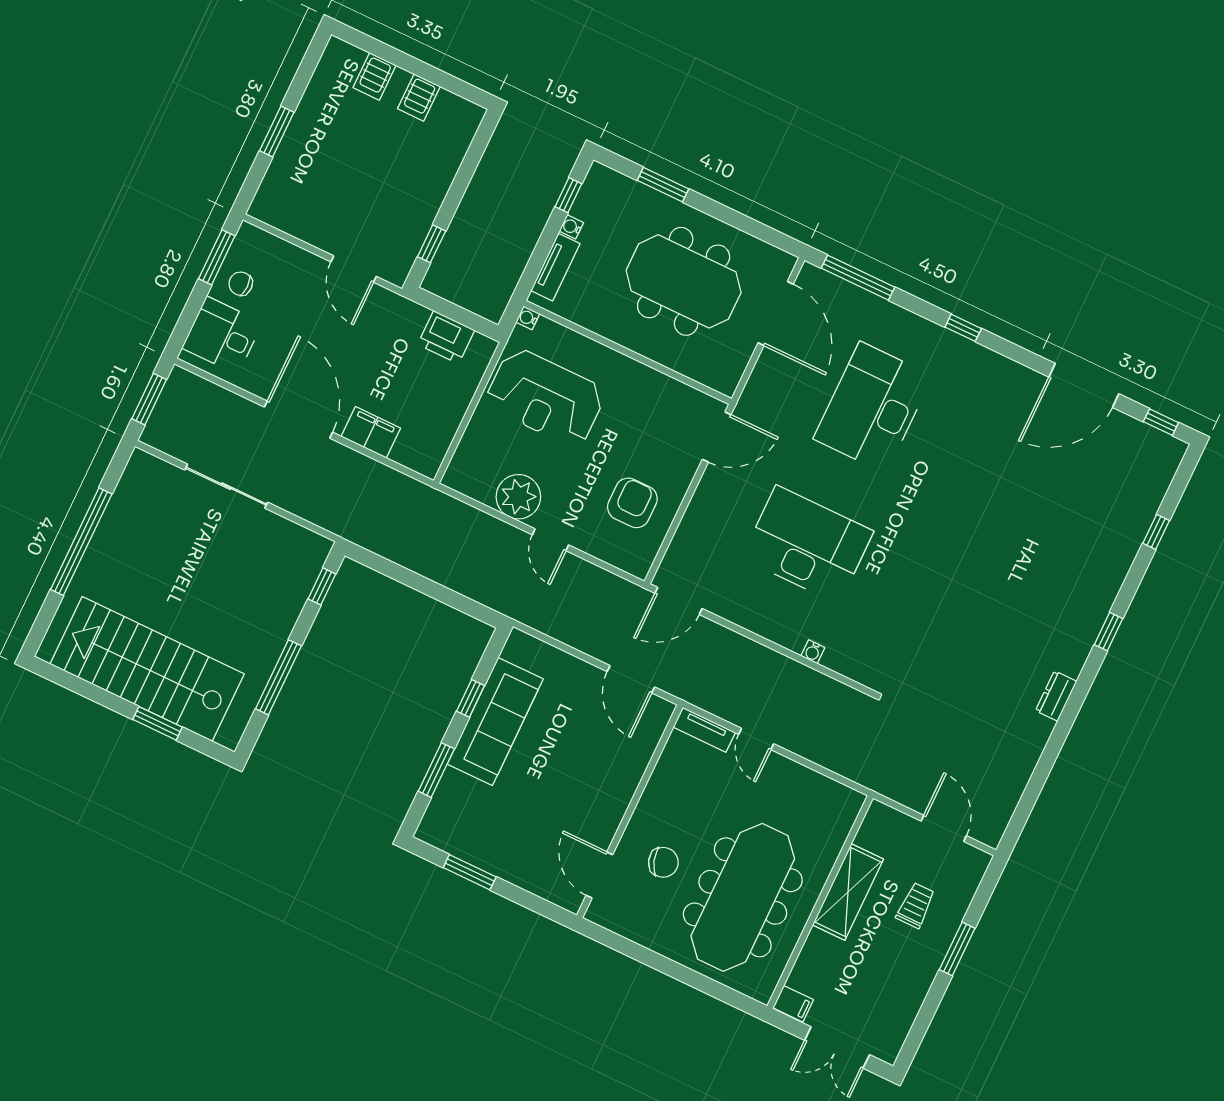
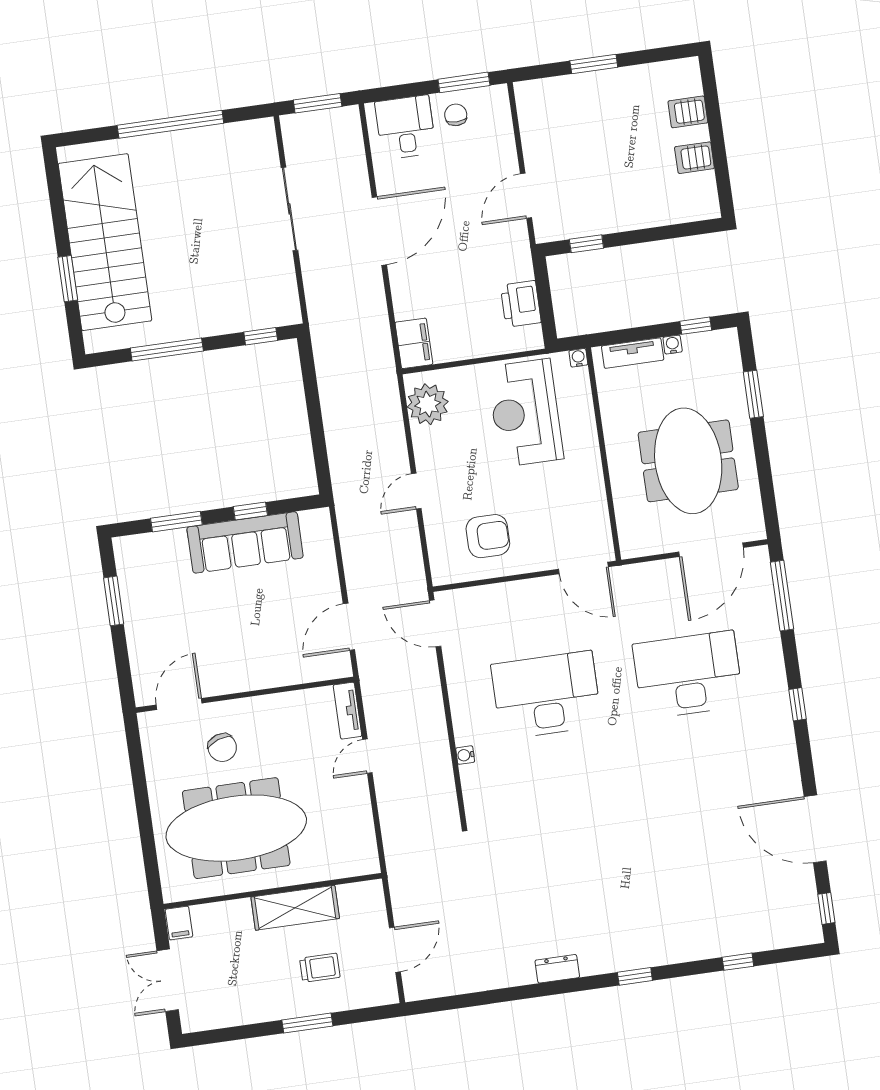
filing cabinet: (371, 432) -> (414, 343), moved
plant: (518, 497) -> (428, 404), moved
desk: (807, 545) -> (546, 695), turned -90

